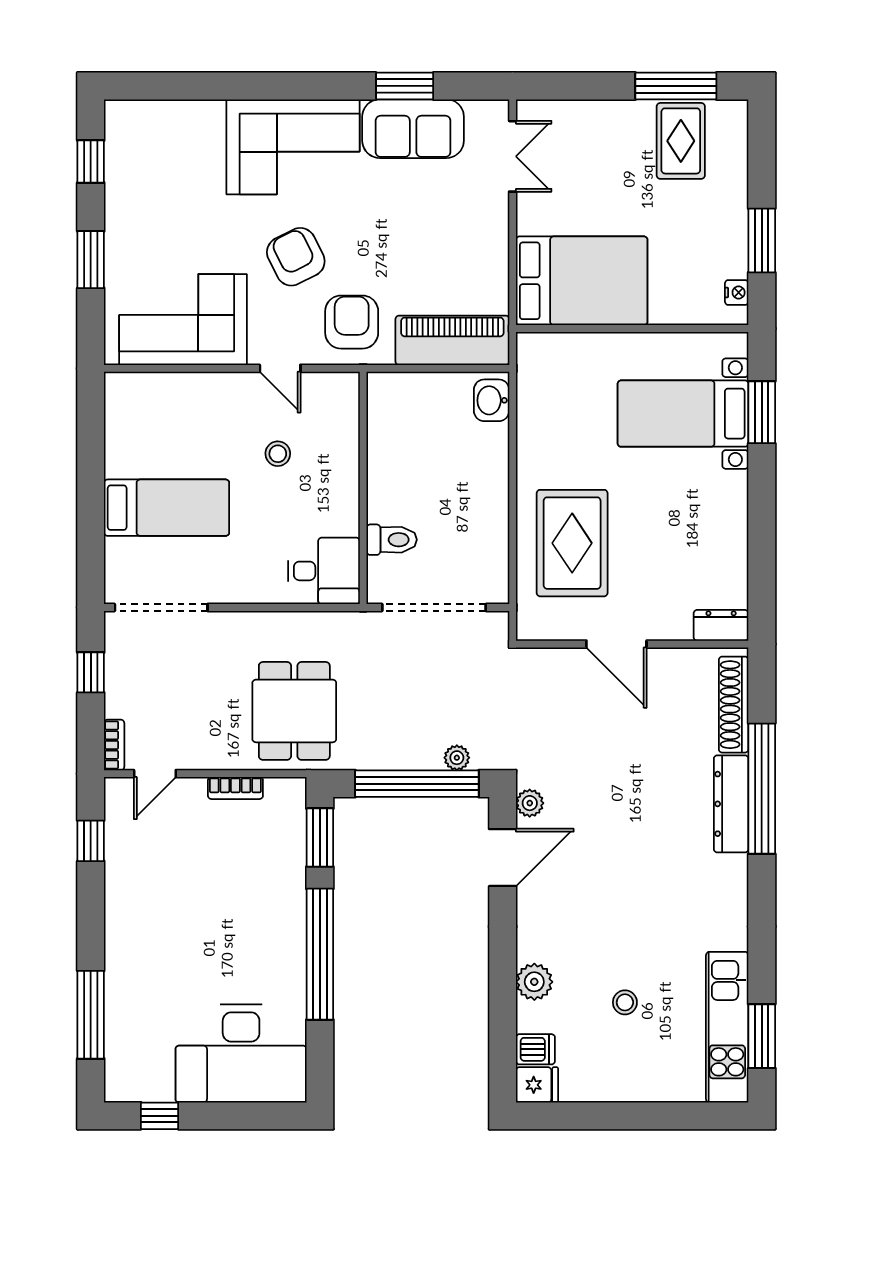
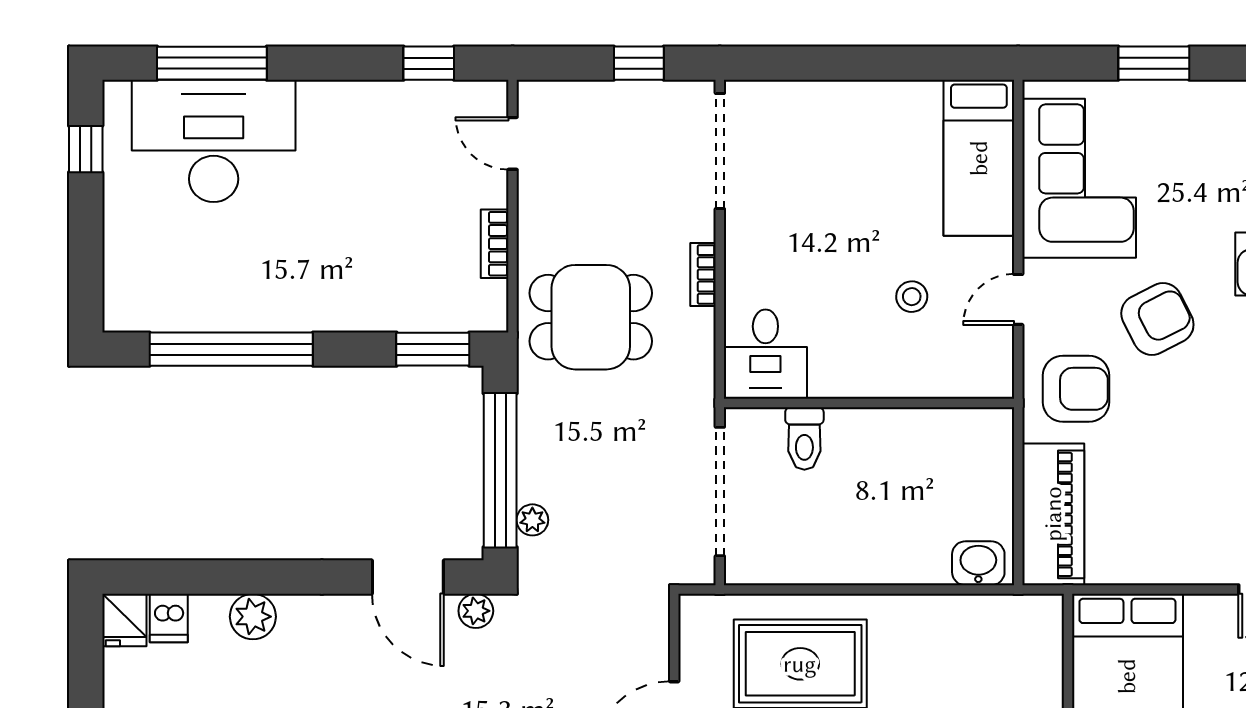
bed: (167, 508) -> (979, 158), moved
bookcase: (114, 745) -> (703, 274), moved, turned 90
window: (320, 954) -> (231, 349), moved
desk: (241, 1053) -> (214, 141), moved, turned 90

